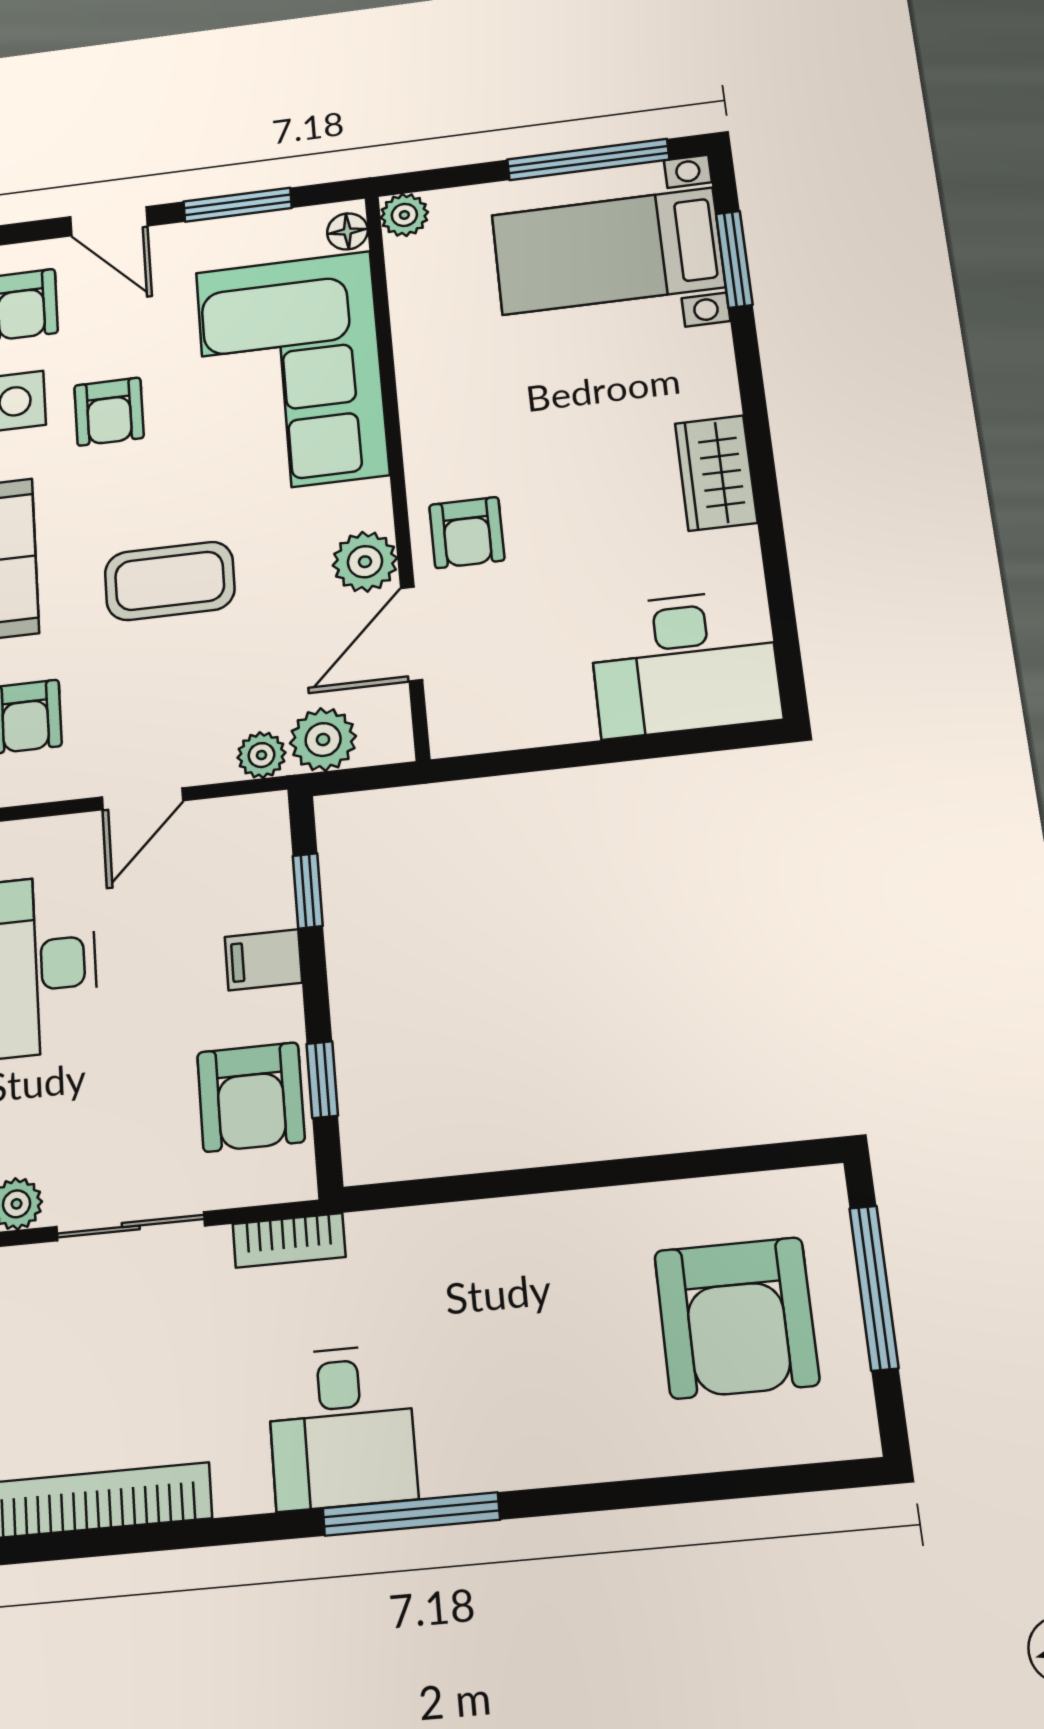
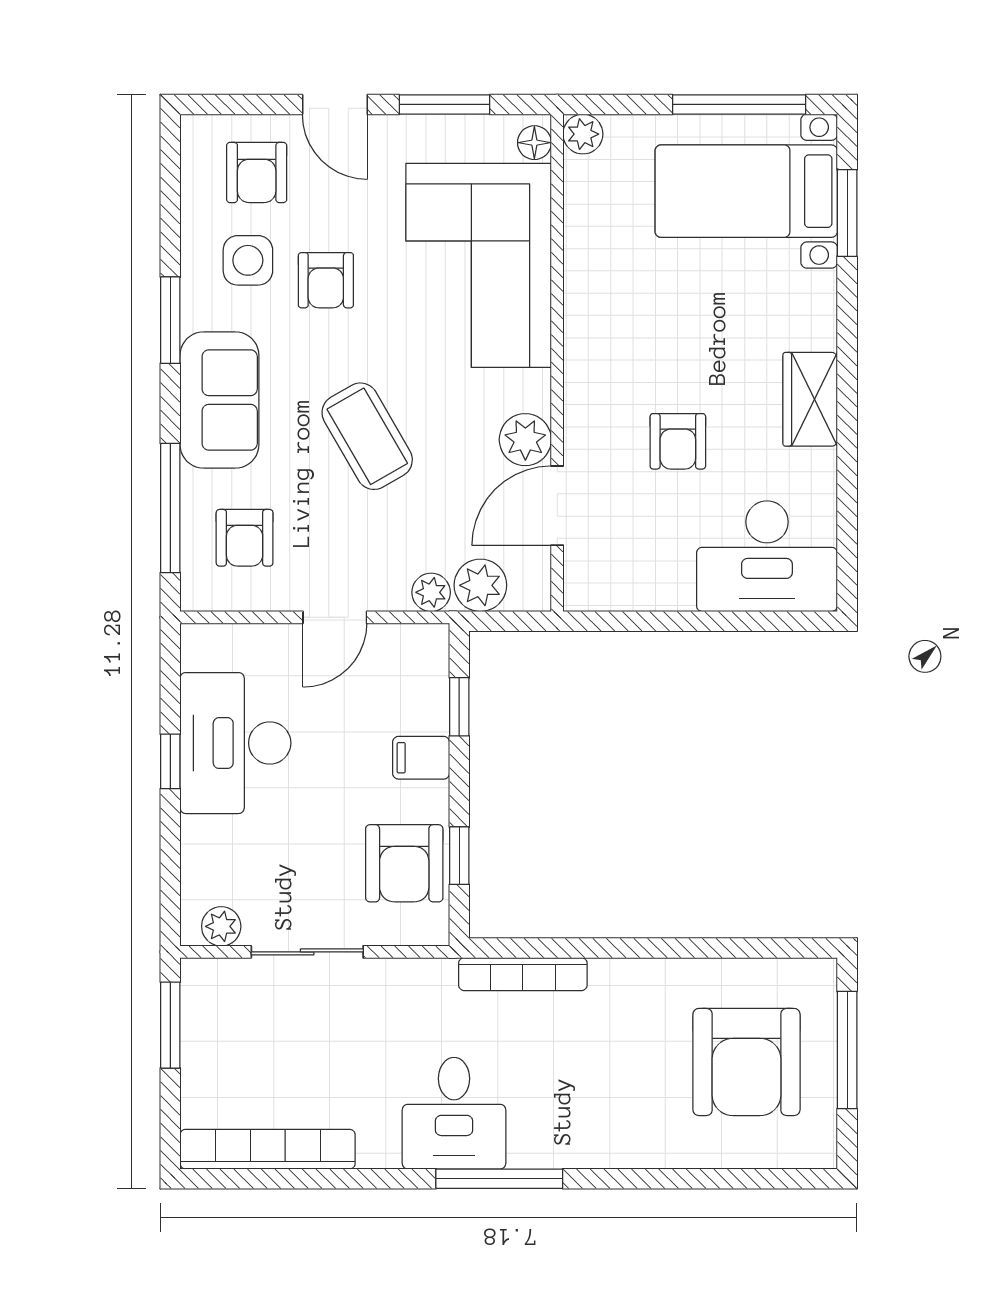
armchair: (467, 533) -> (678, 441), moved
coffee table: (170, 581) -> (367, 436), turned 60
bookcase: (289, 1240) -> (523, 974), moved, width x1.56

